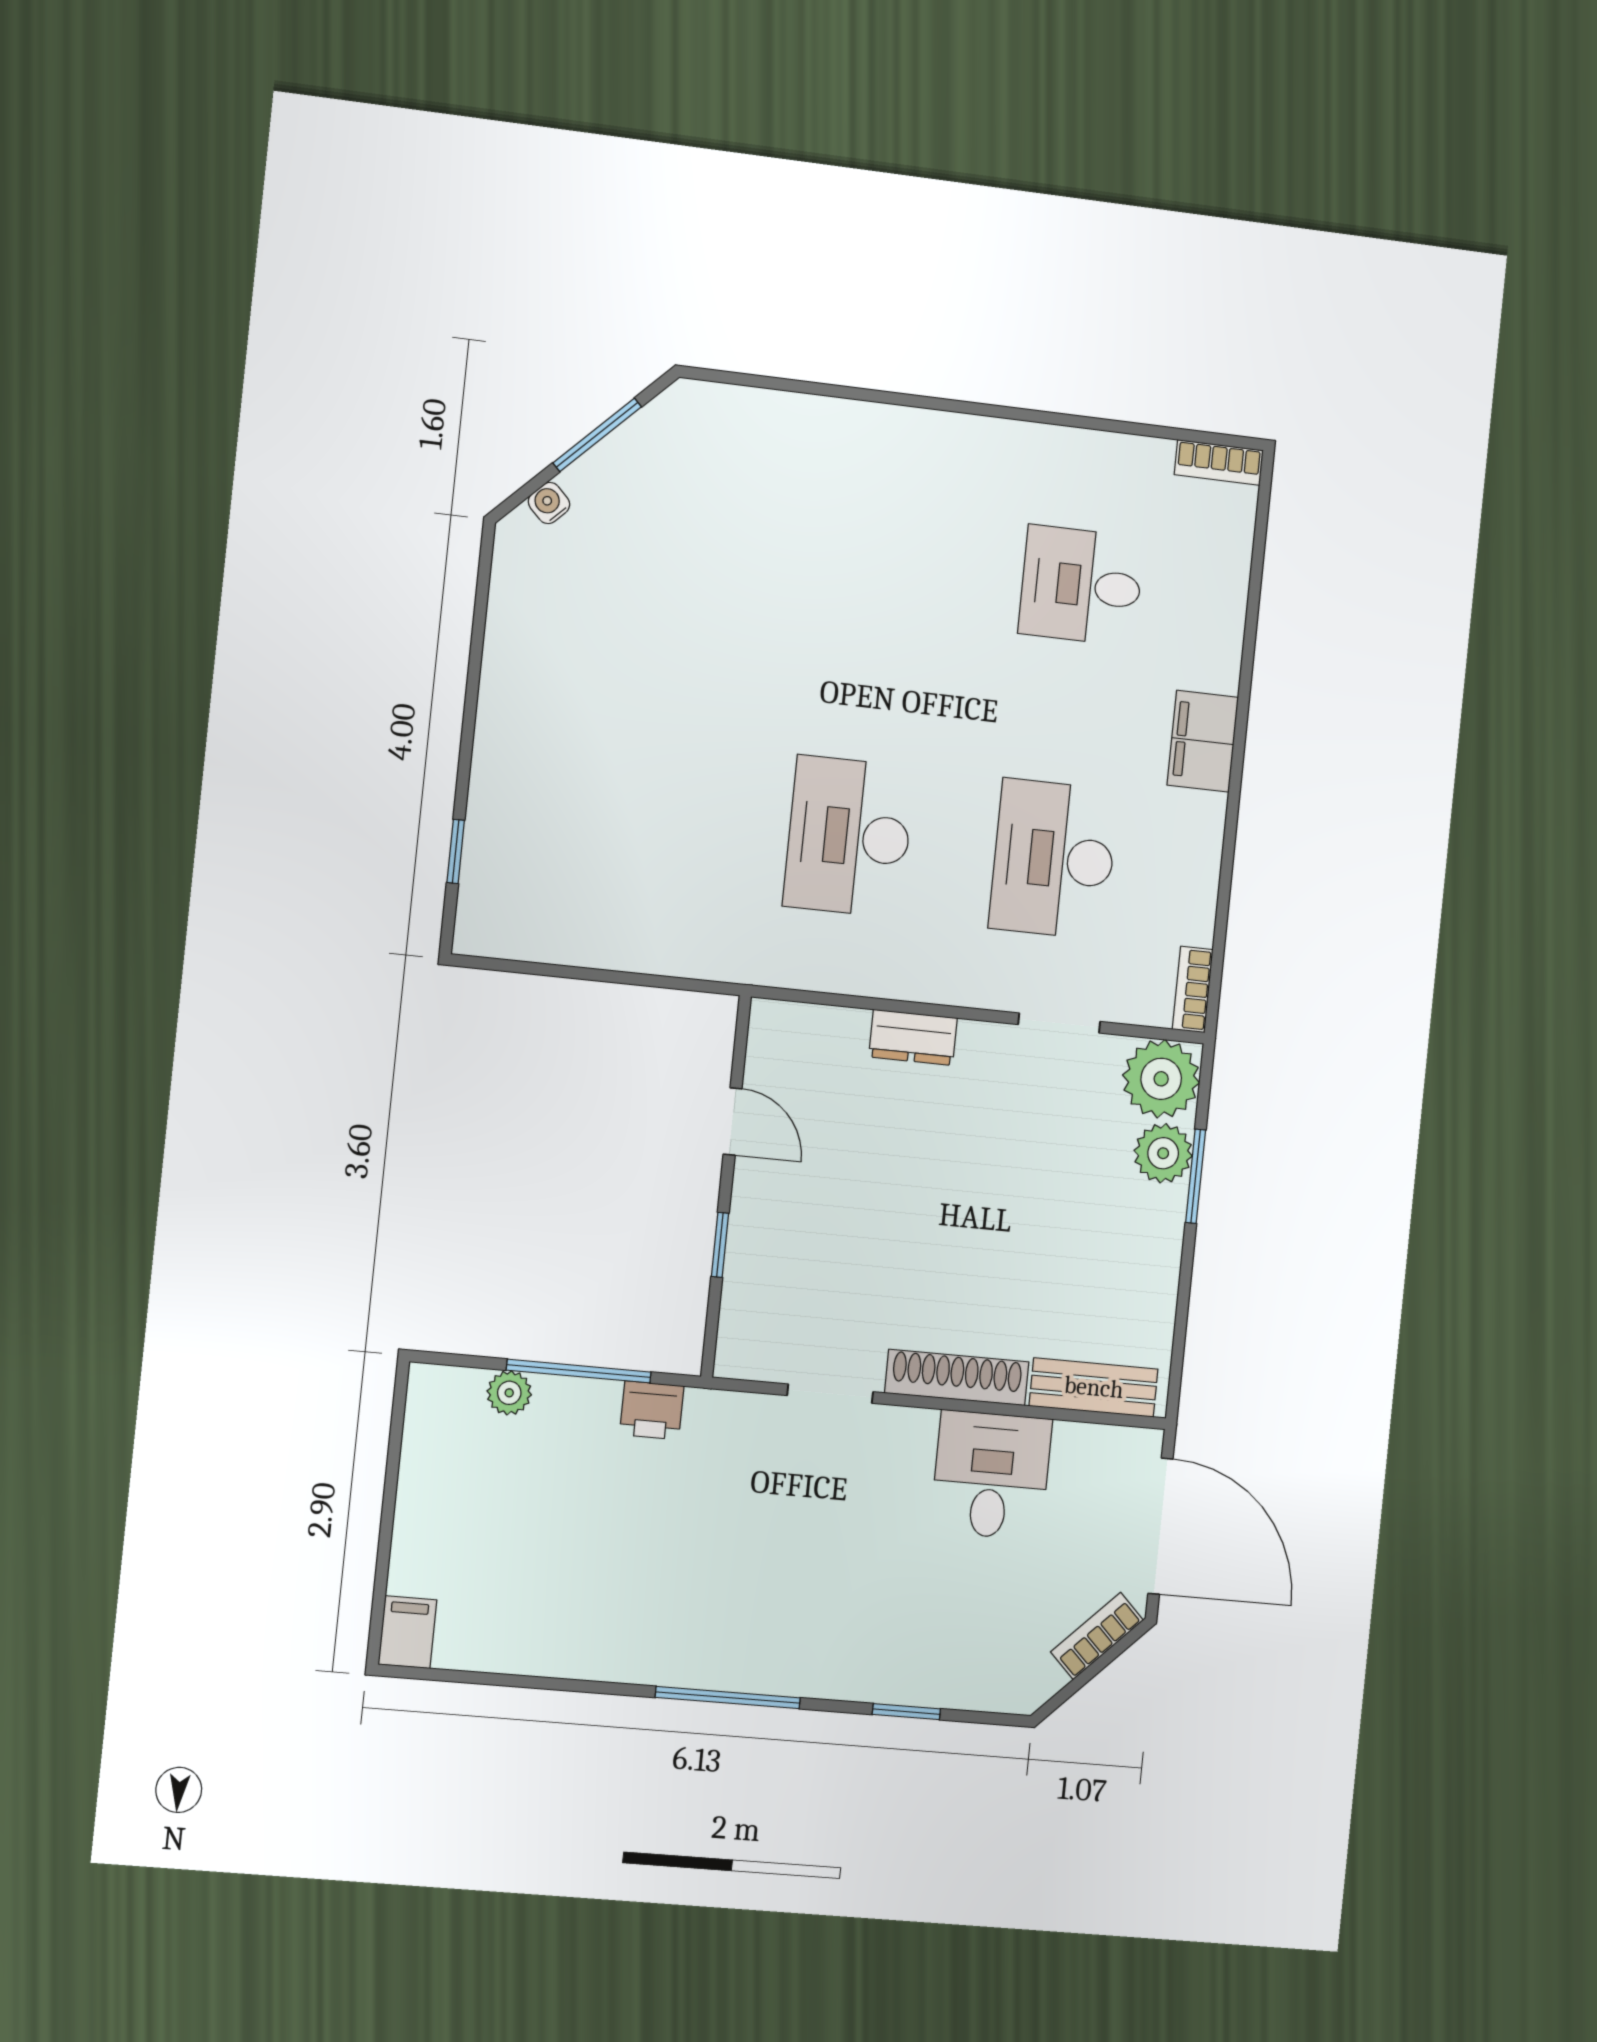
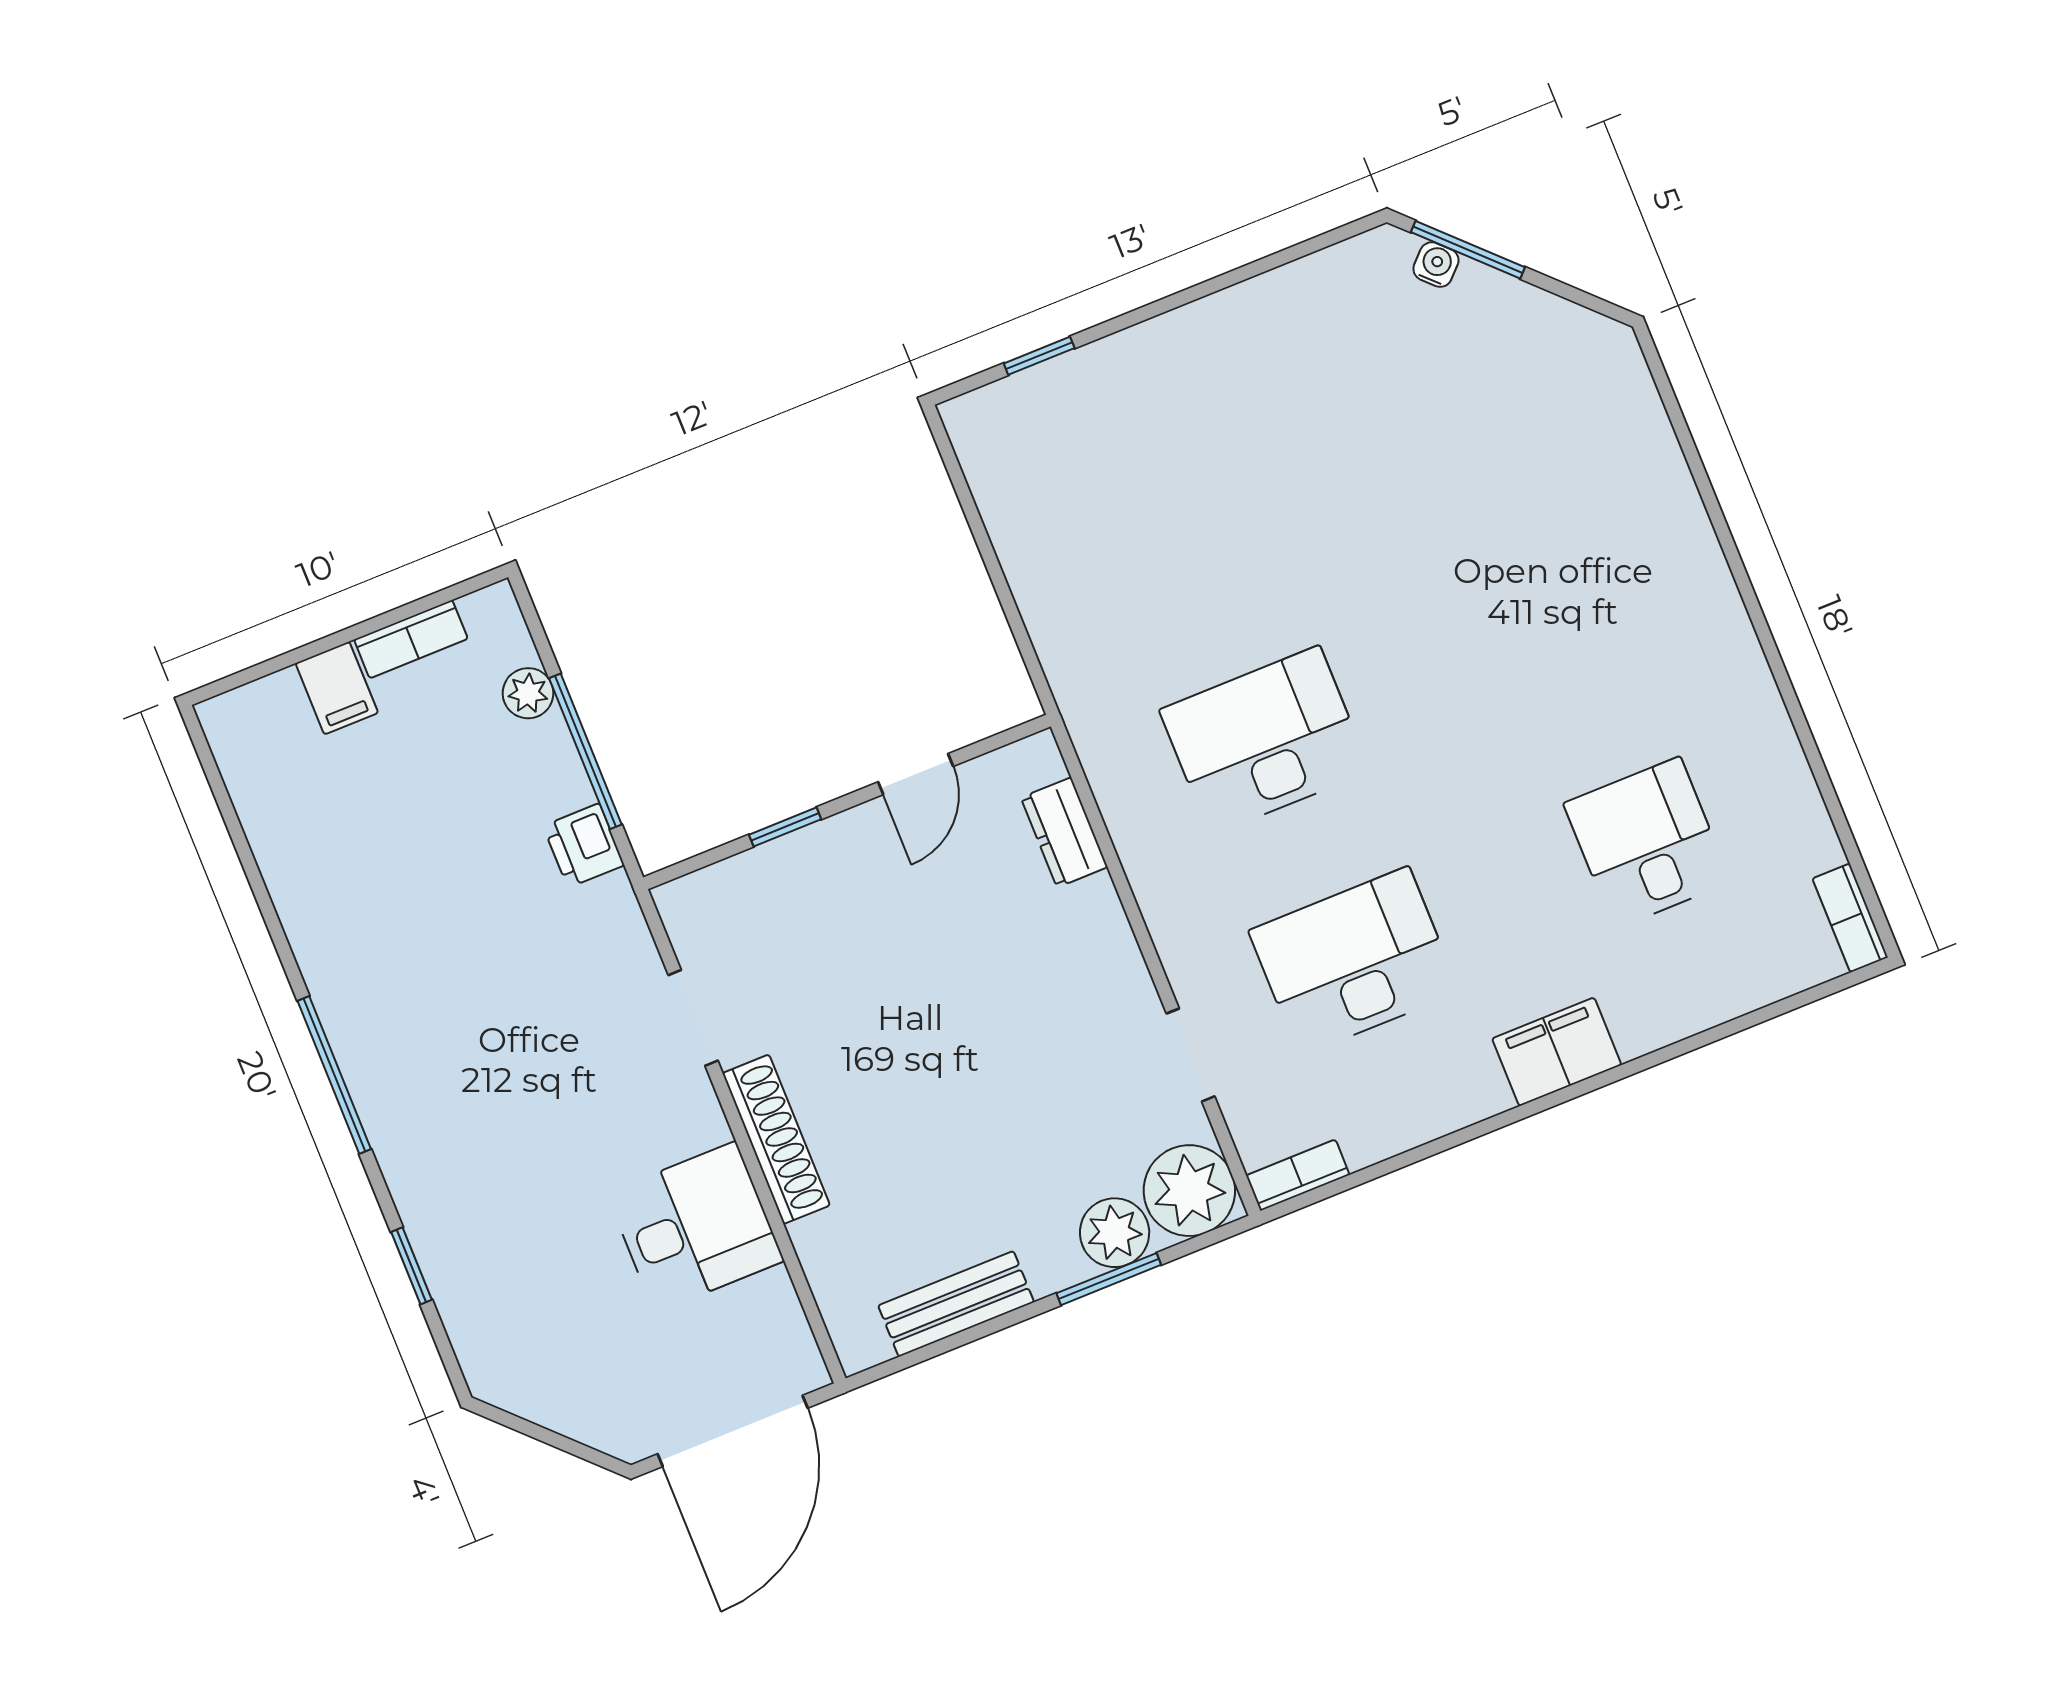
window: (597, 435) -> (1468, 250), moved
dresser: (913, 1037) -> (1064, 832), moved
bench: (1094, 1388) -> (956, 1304), moved, turned 90
filing cabinet: (407, 1632) -> (337, 688), moved, turned 90
bookcase: (1097, 1636) -> (411, 639), moved, turned 135

